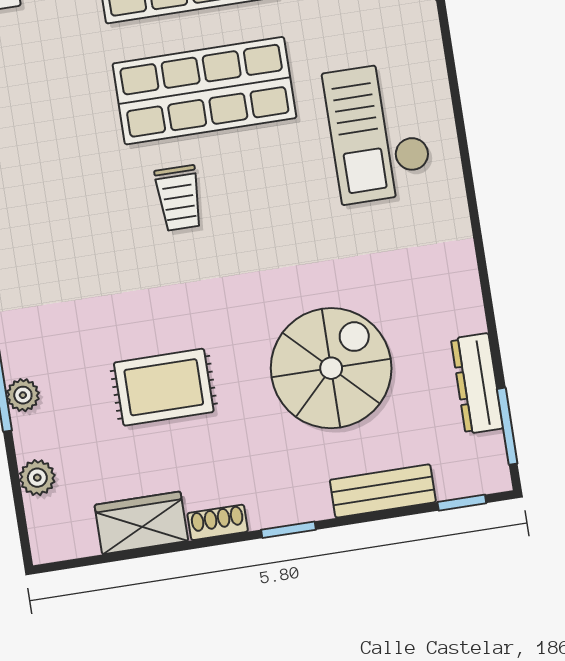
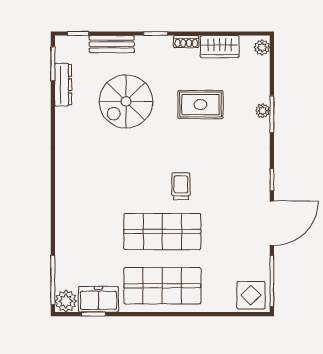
checkout: (378, 132) -> (89, 201), removed
plant: (37, 478) -> (262, 47), moved

